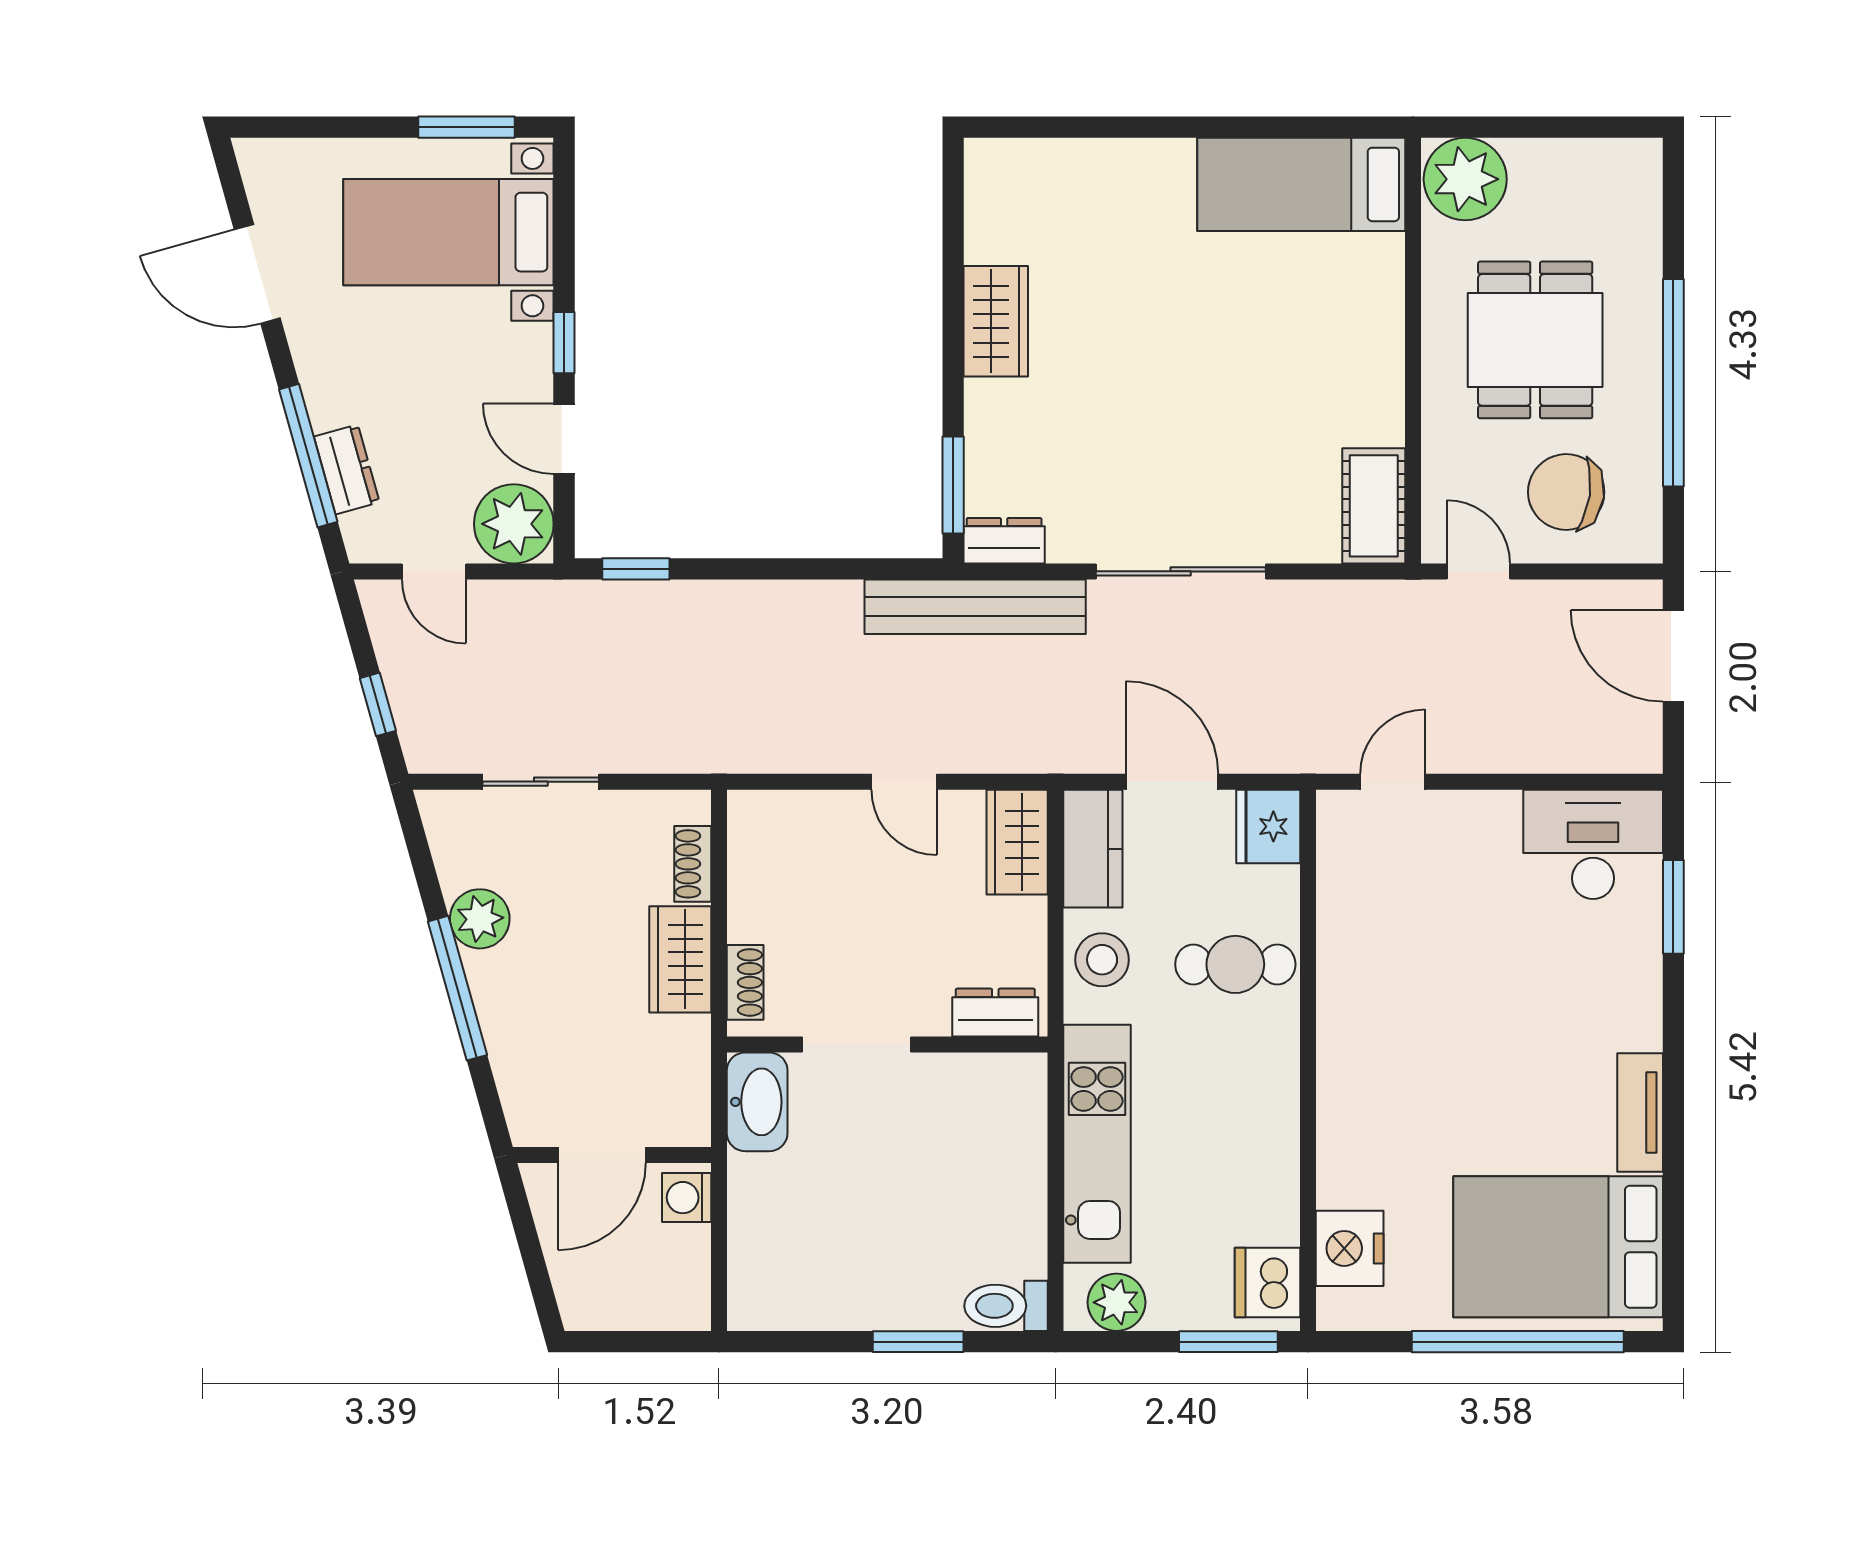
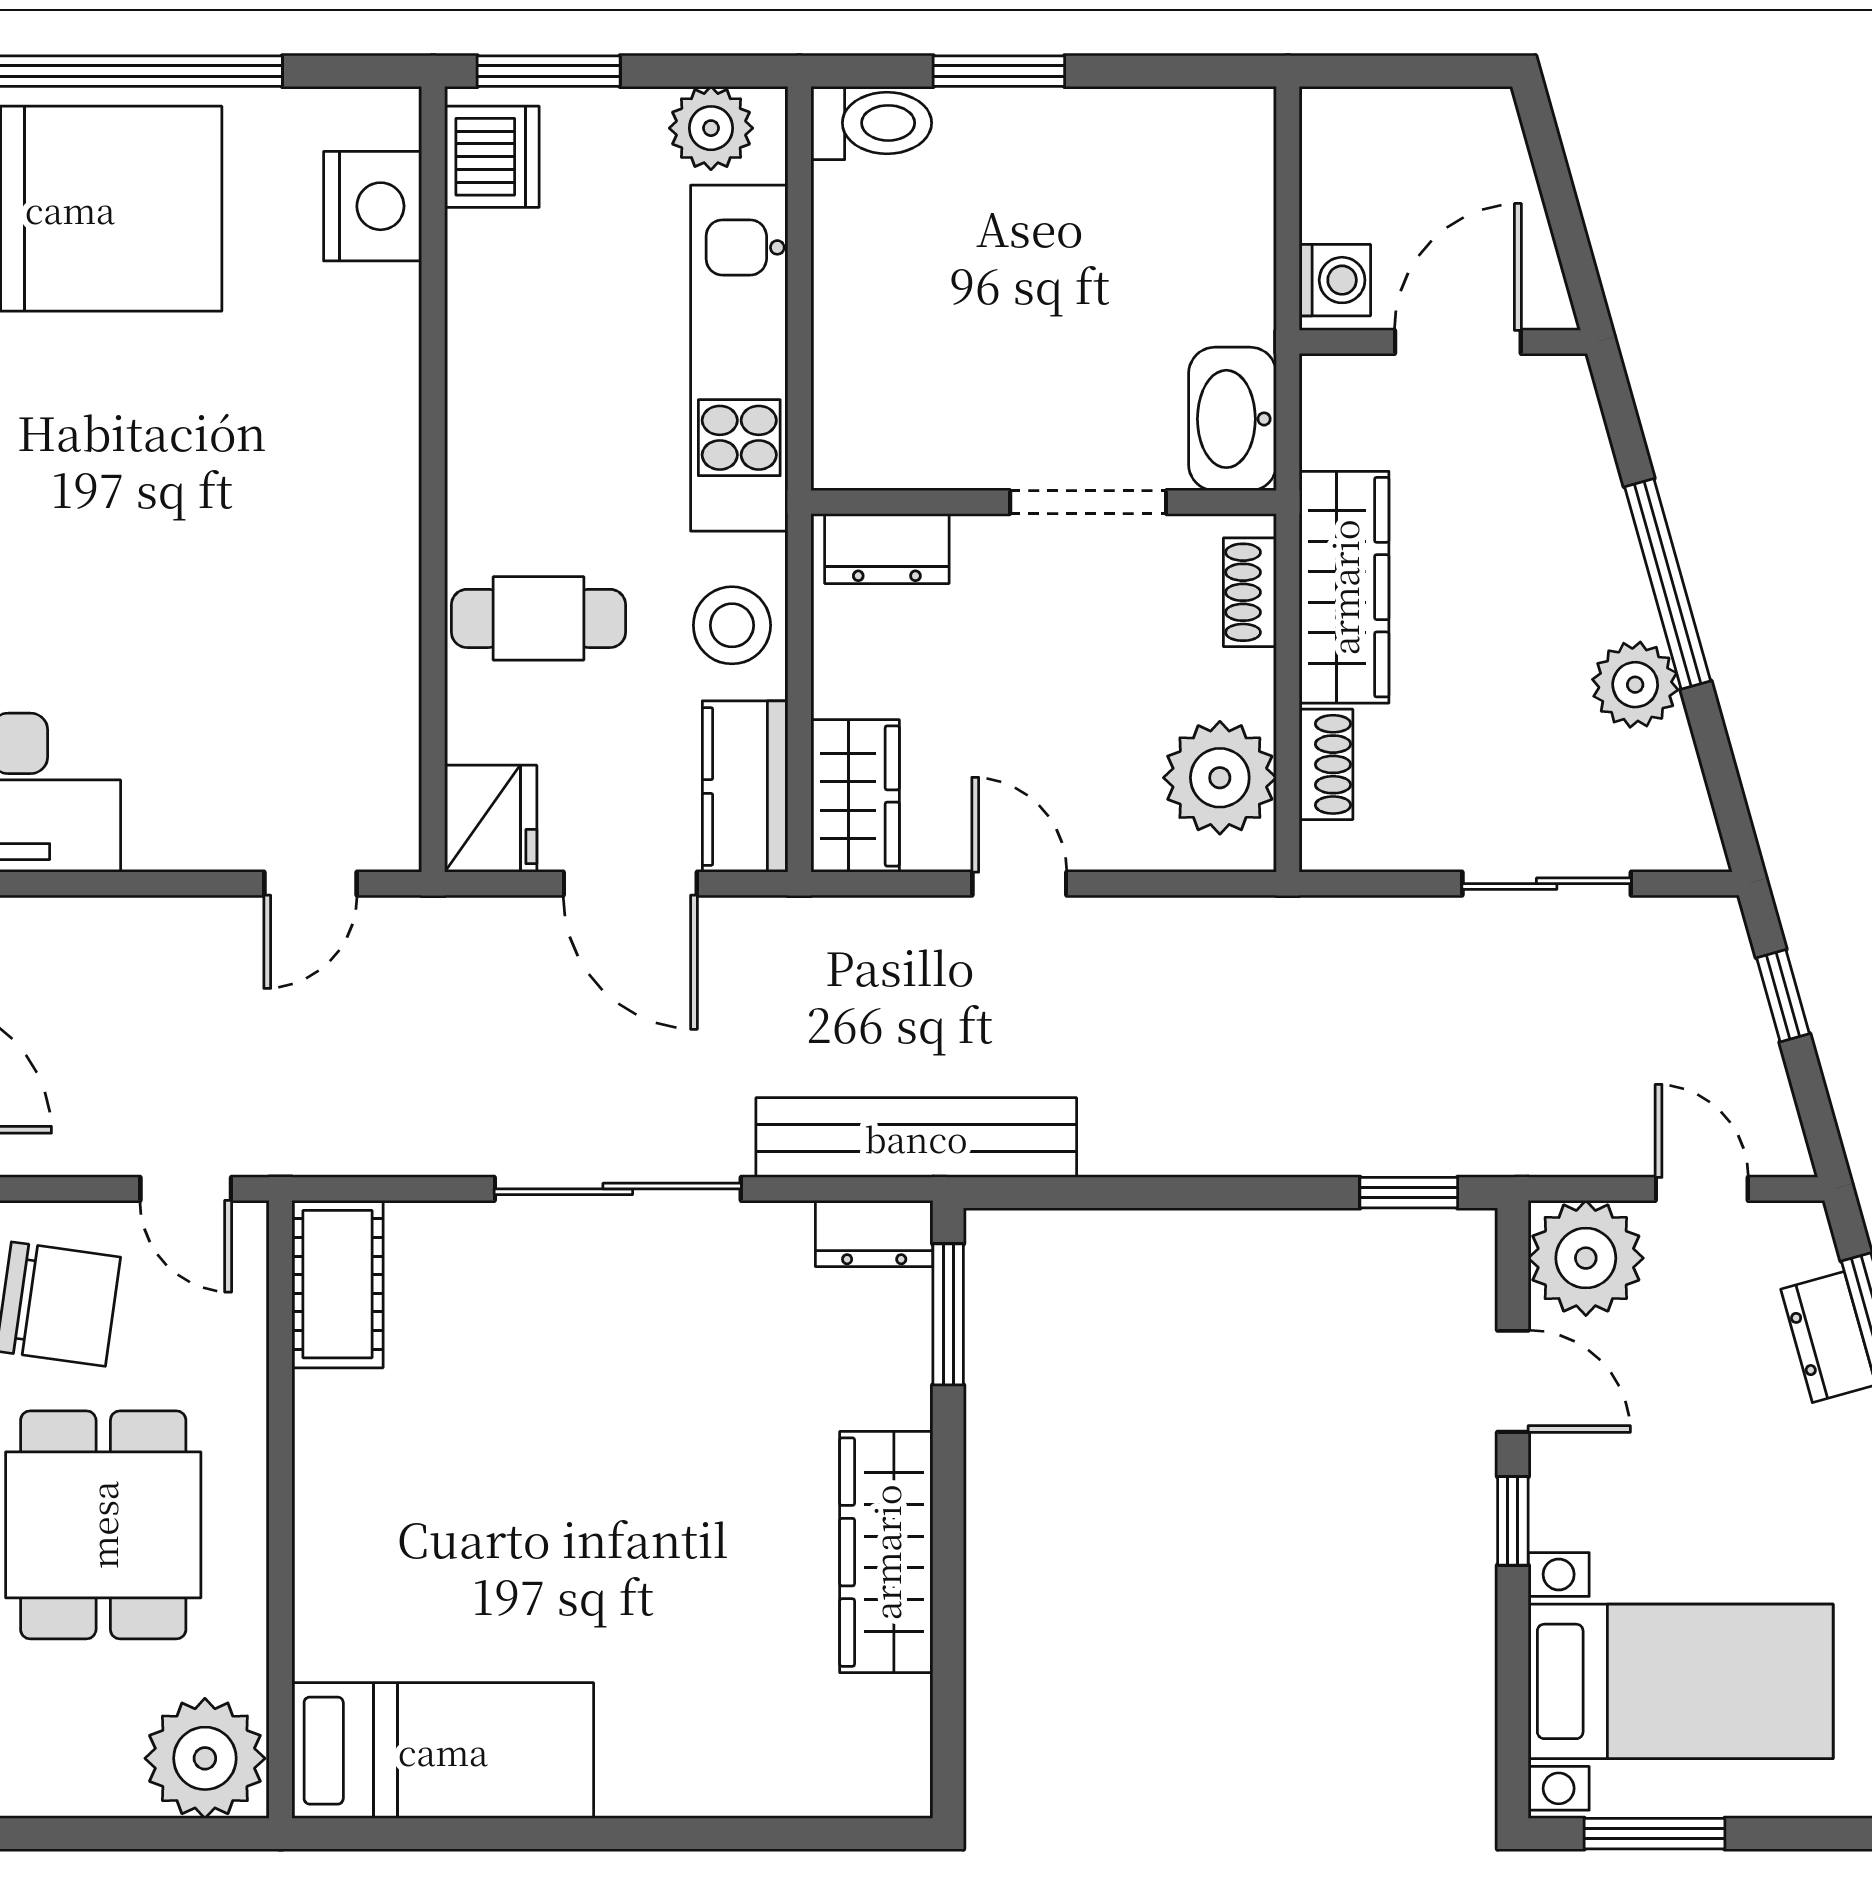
wardrobe: (996, 321) -> (886, 1552), width x1.50
plant: (766, 855) -> (1220, 778), added
wardrobe: (680, 959) -> (1344, 587), width x1.50

